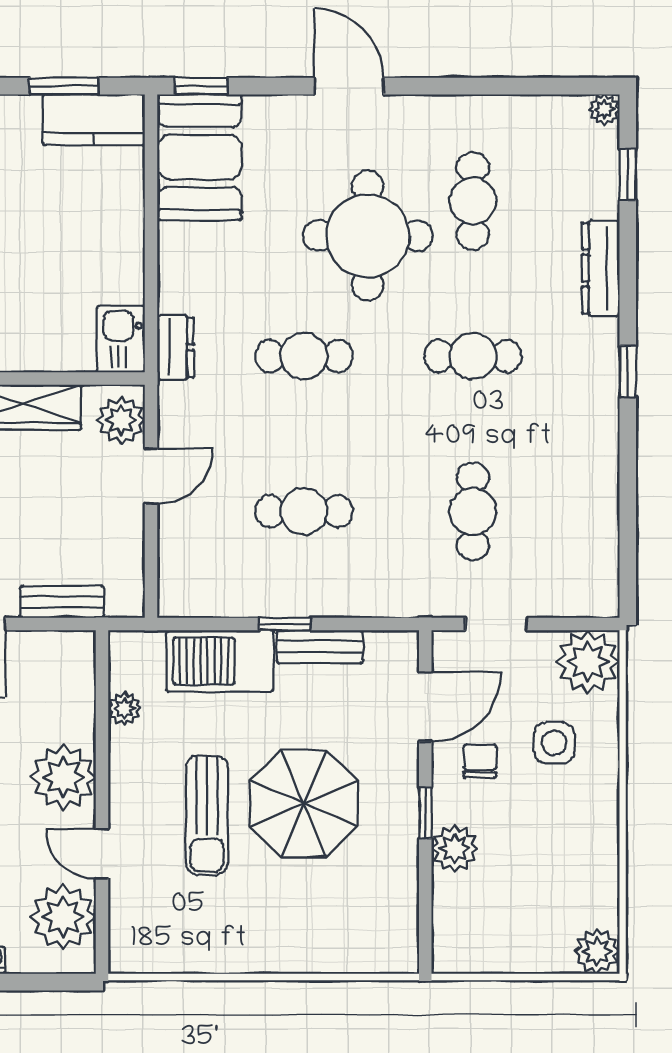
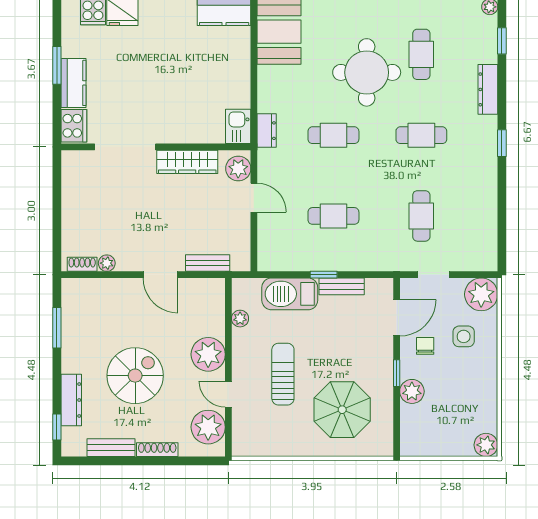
door: (151, 476) -> (254, 198), hinge flipped
parasol: (304, 803) -> (342, 410), moved
sun lounger: (207, 815) -> (283, 374), turned 180

